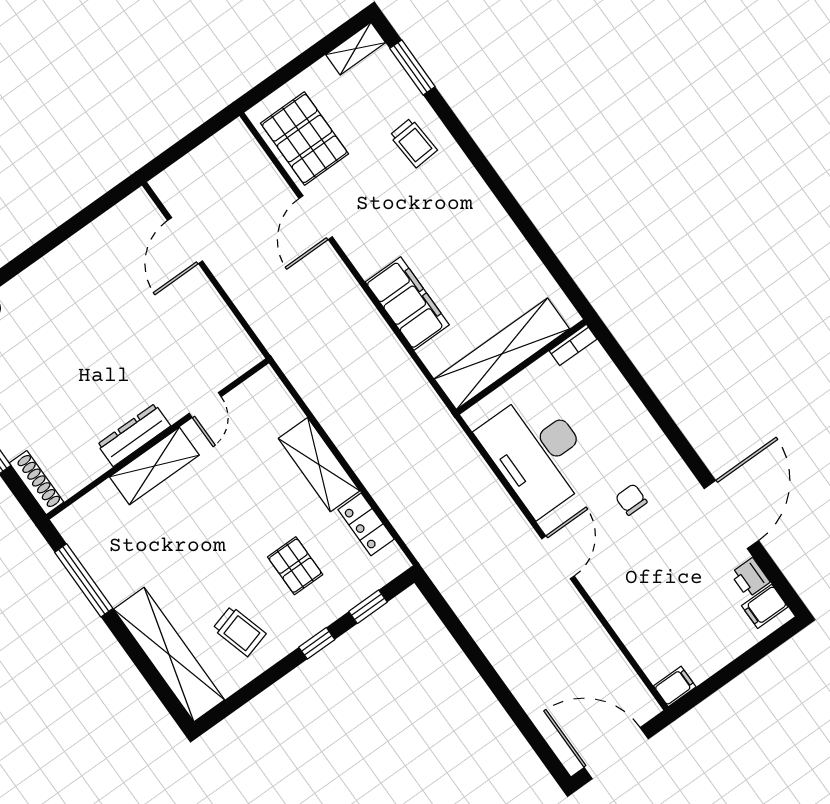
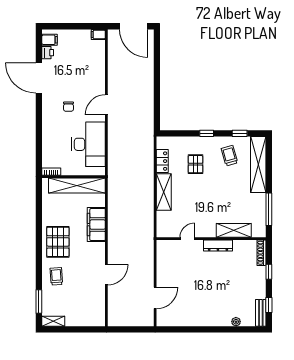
pallet: (305, 139) -> (58, 242), moved
shelving: (154, 466) -> (234, 230), moved
door: (731, 515) -> (39, 78), hinge flipped
window: (368, 607) -> (240, 133), moved

